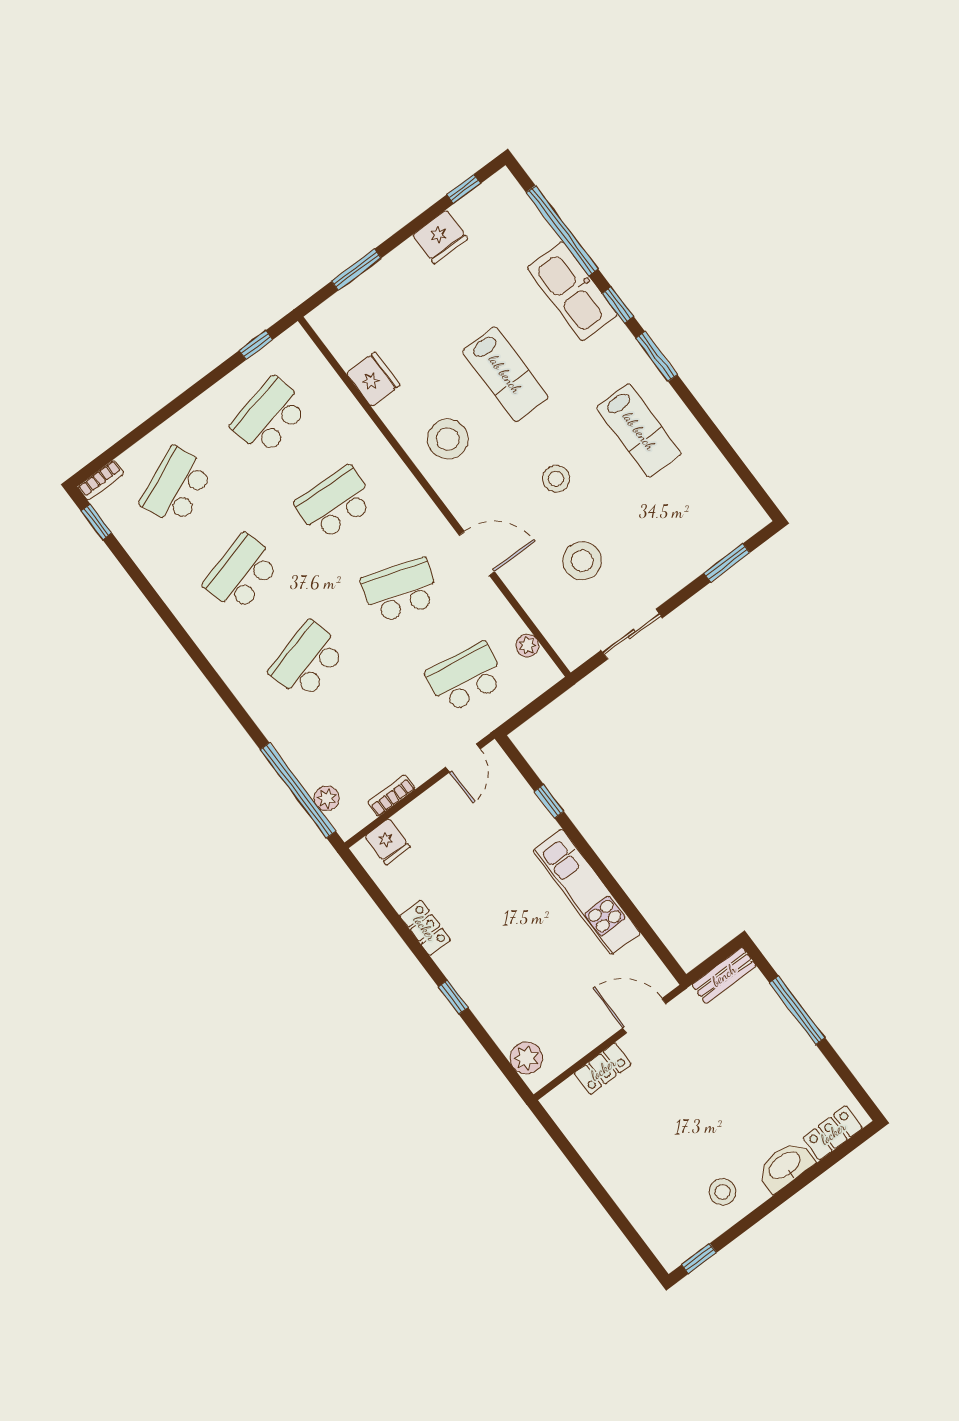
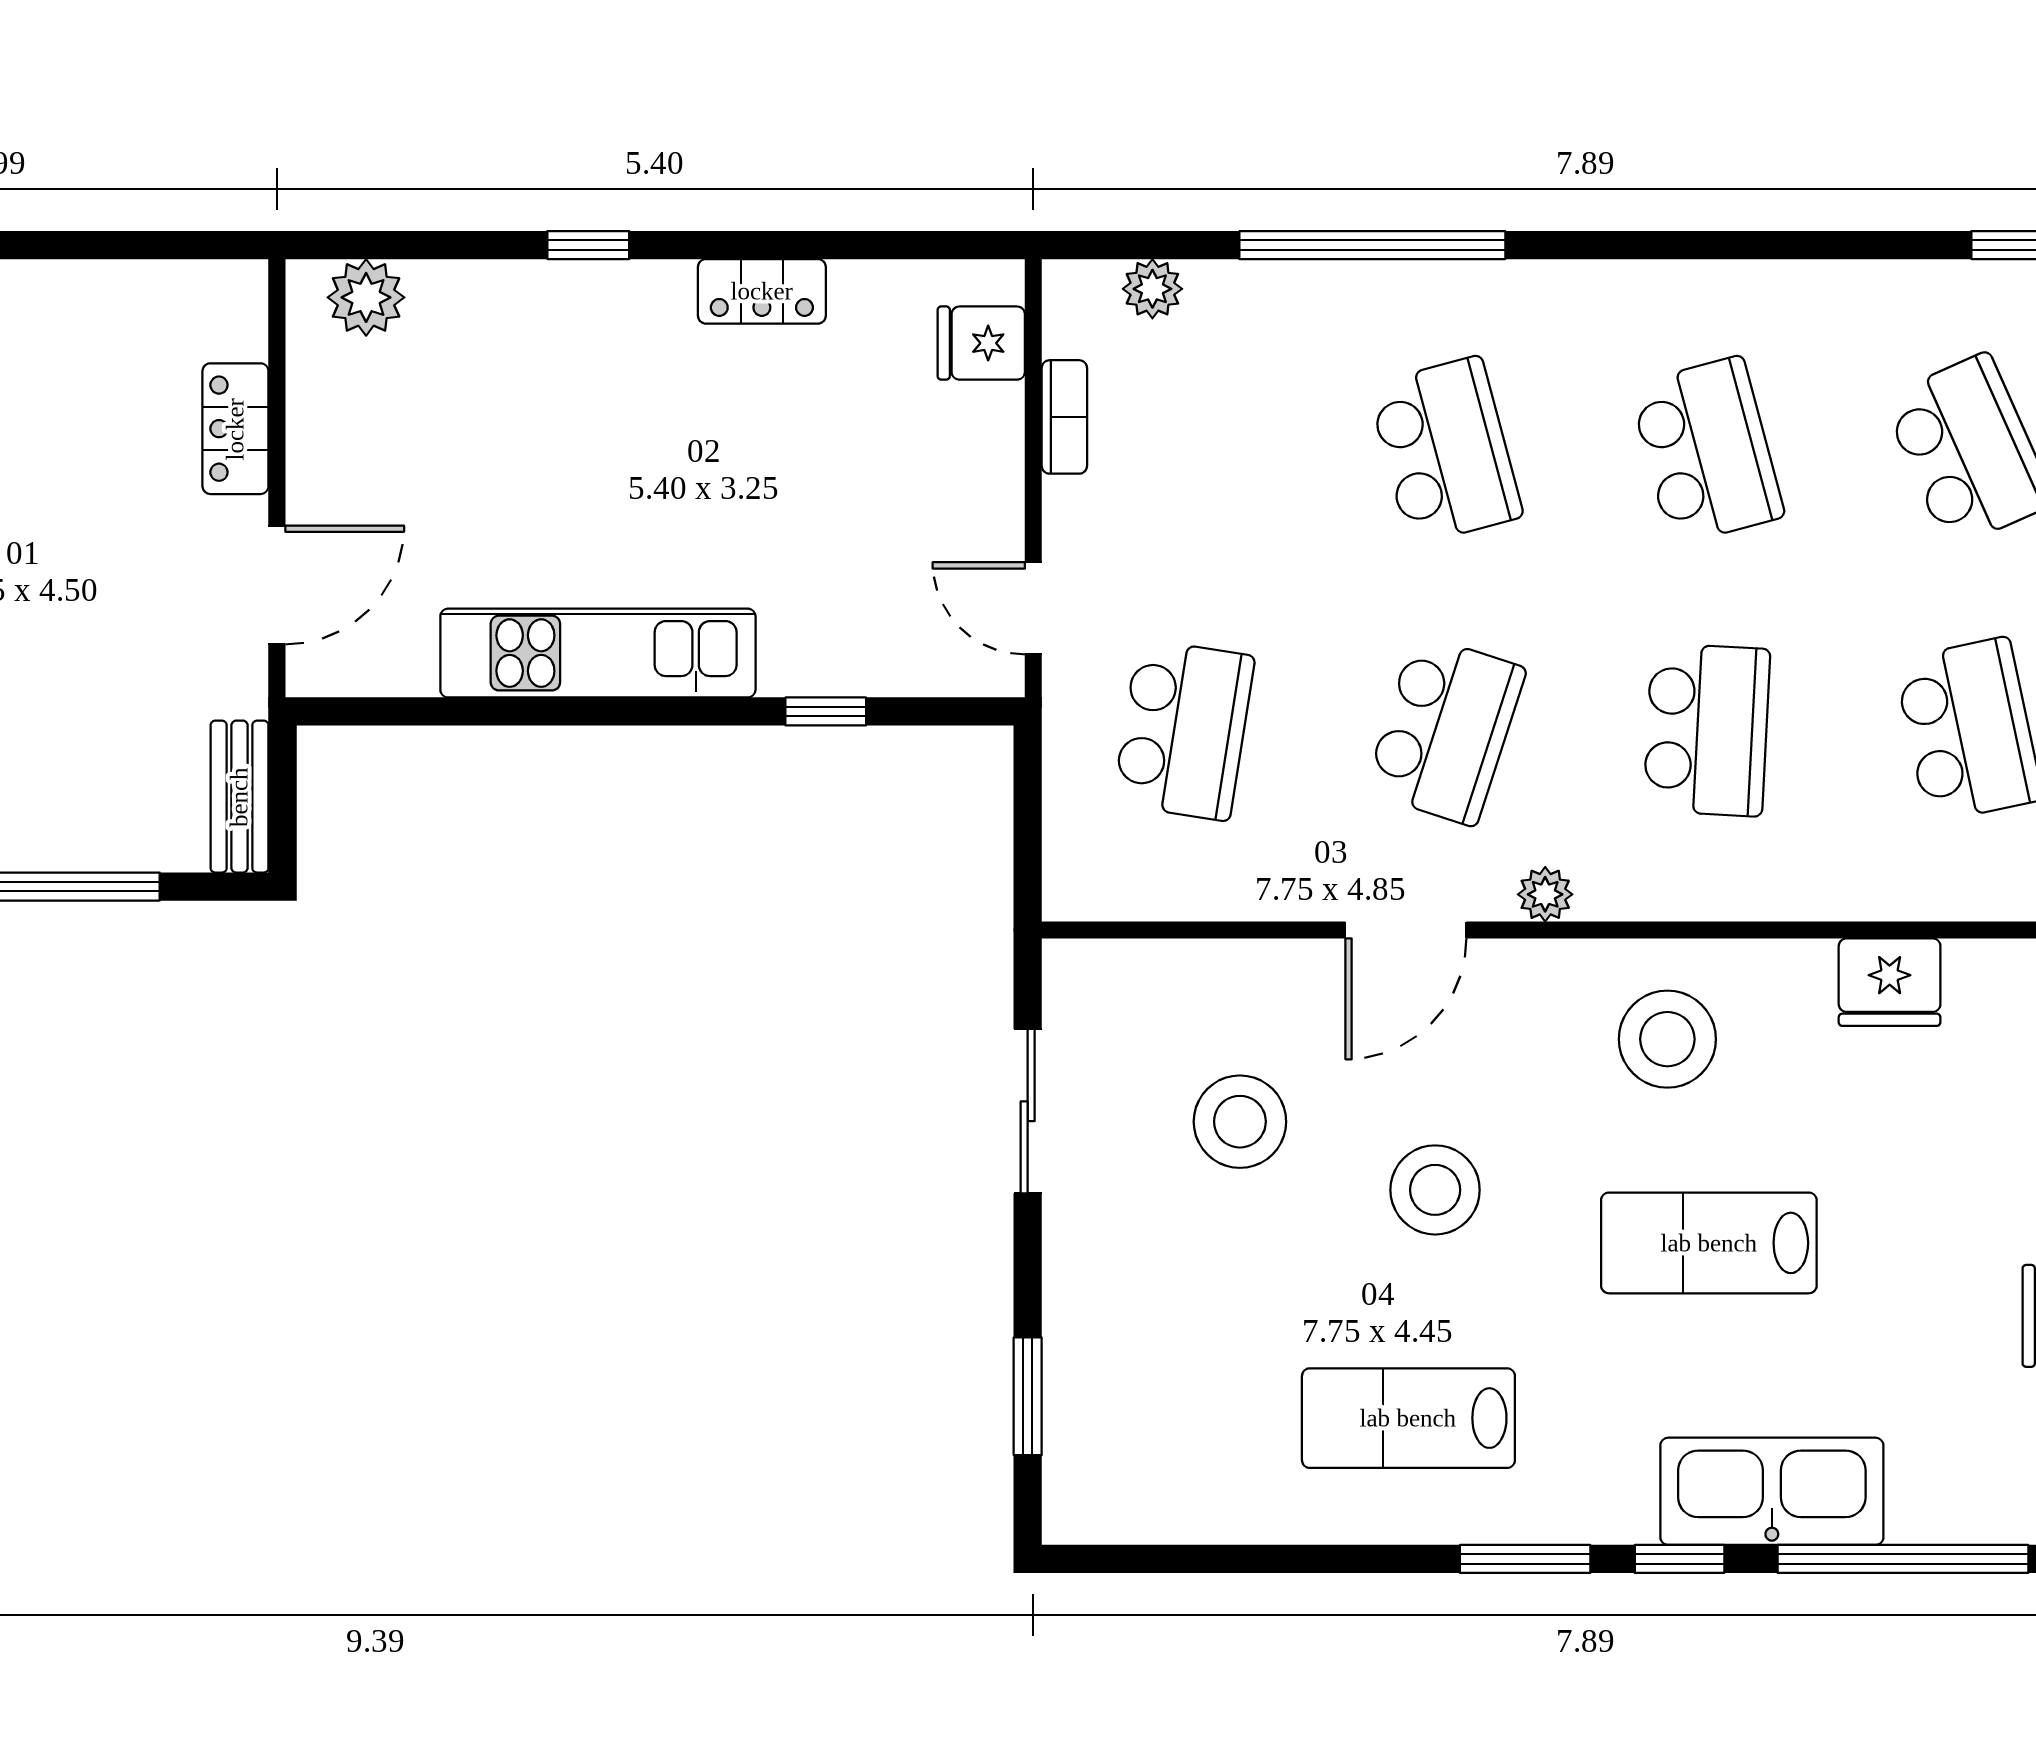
stool: (556, 479) -> (1435, 1190), width x1.38, depth x1.38
plant: (527, 646) -> (1545, 894), moved
window: (298, 790) -> (1372, 245), moved

